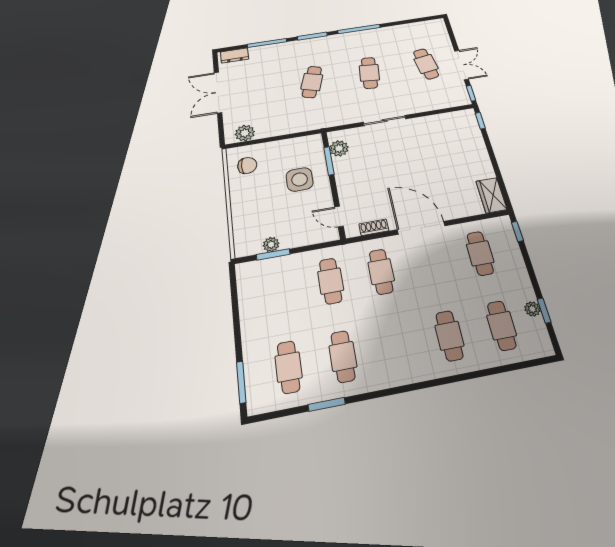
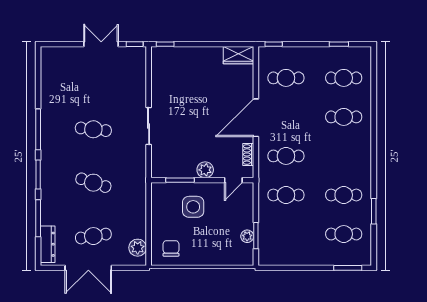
dresser: (235, 56) -> (48, 244), width x1.44
cafe table: (426, 64) -> (93, 236), moved
plant: (339, 148) -> (205, 170), moved
plant: (532, 309) -> (336, 52), removed

